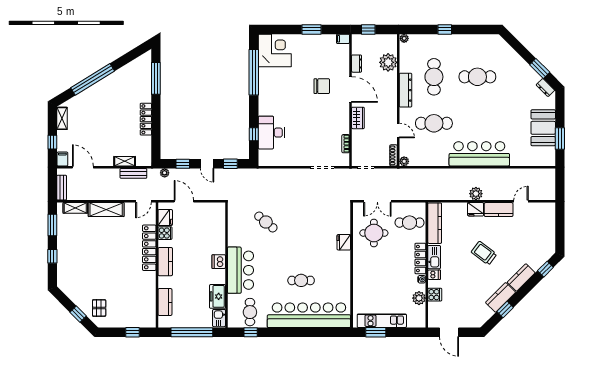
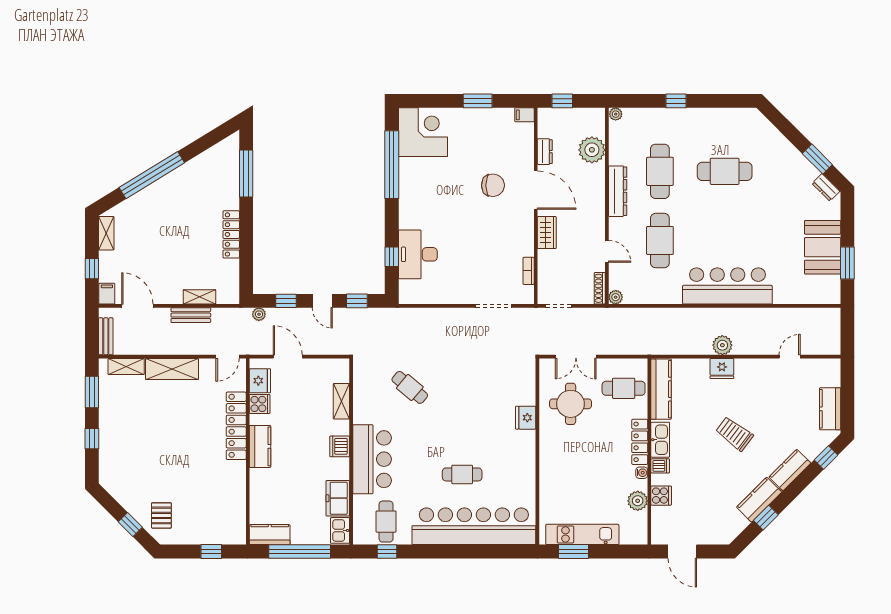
cafe table: (434, 123) -> (660, 241), turned 90
bench: (133, 173) -> (191, 315), moved
kitchen counter: (499, 210) -> (830, 409), moved, turned 90
shelving: (220, 231) -> (341, 401), added
kitchen counter: (165, 302) -> (270, 535), moved, turned -90

